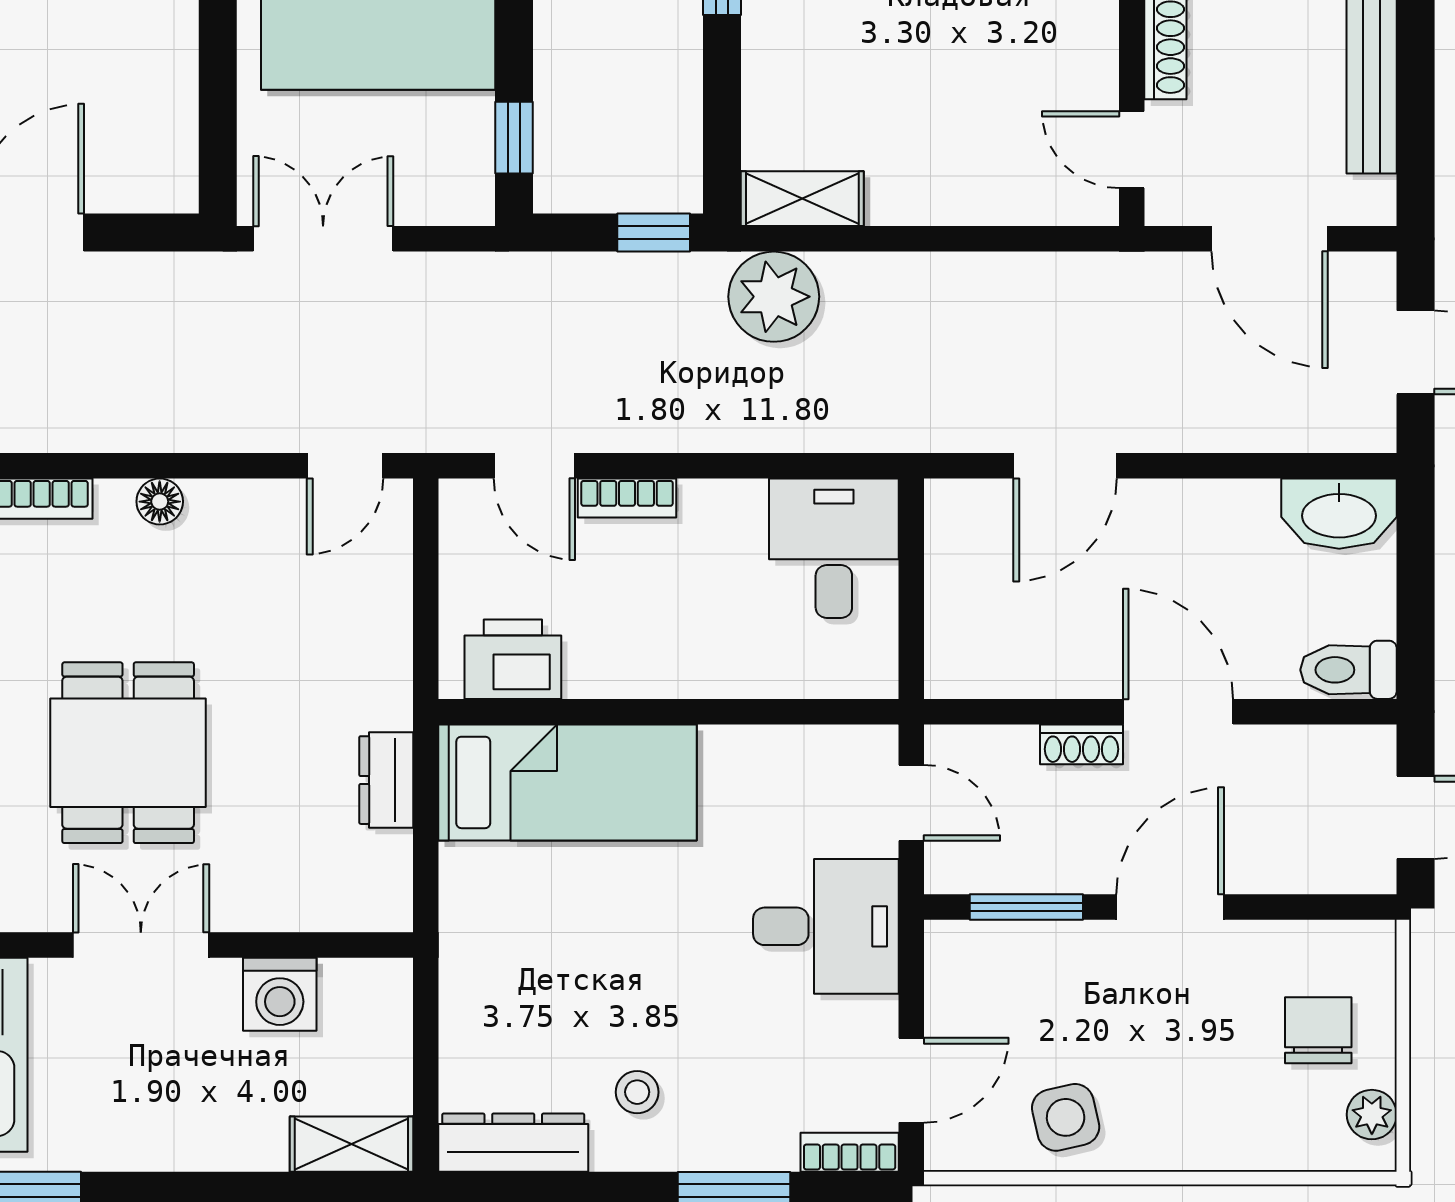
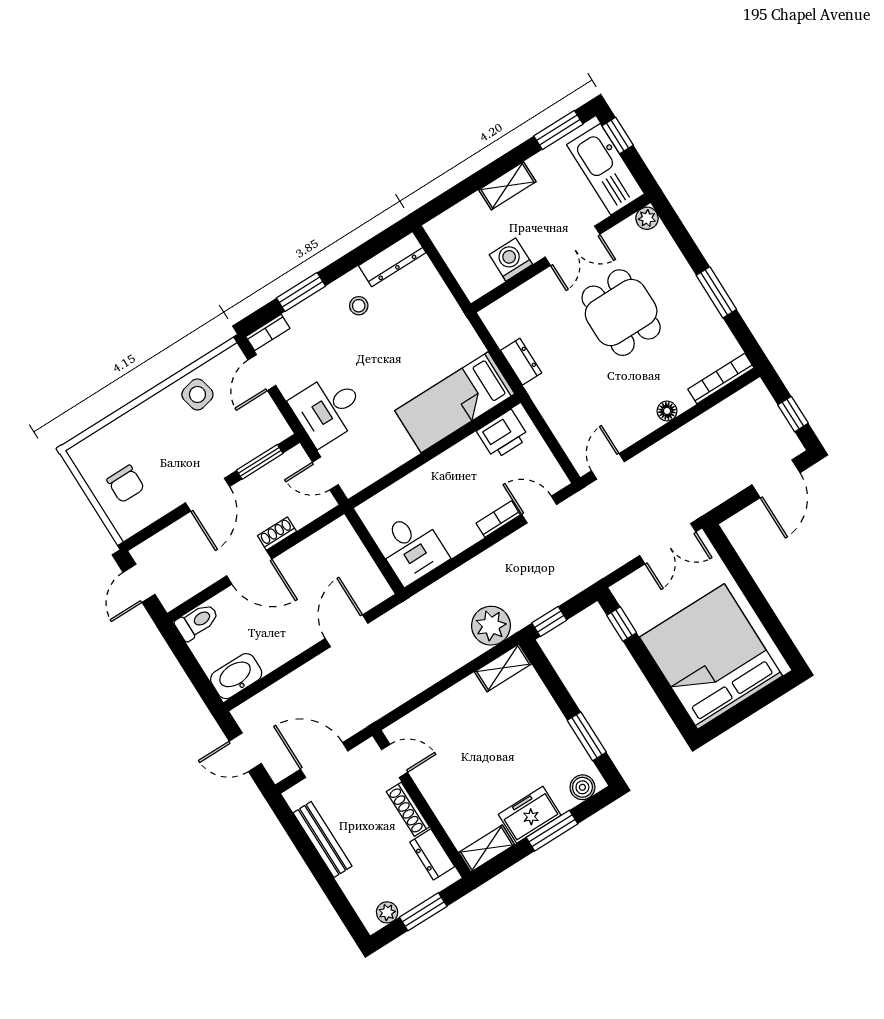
plant: (1372, 1115) -> (87, 465), removed
shelving: (351, 1144) -> (507, 186), moved

